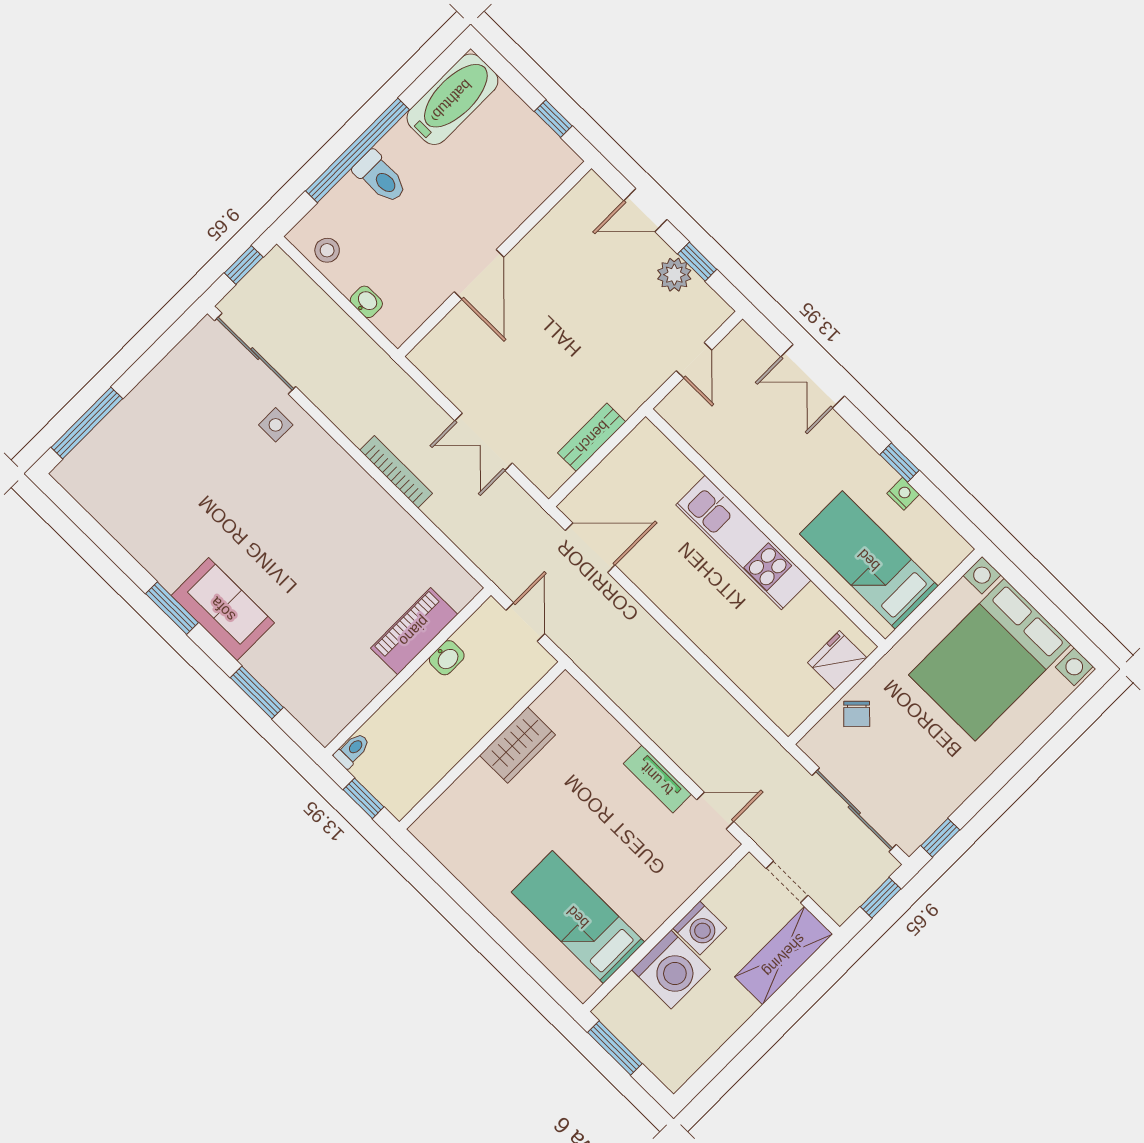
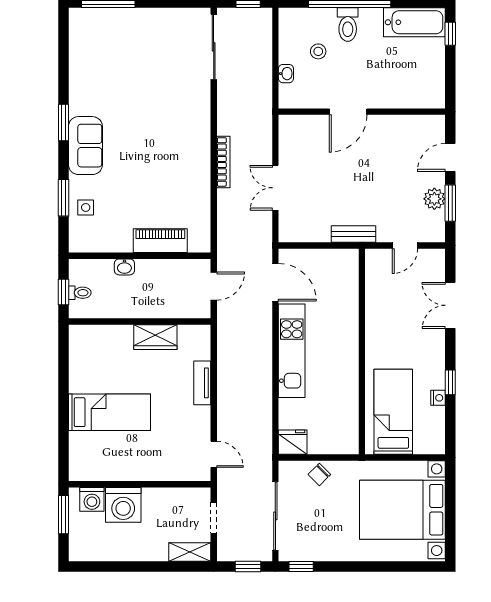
window: (553, 119) -> (450, 34), moved
door: (645, 210) -> (450, 157), hinge flipped
stool: (327, 250) -> (318, 51), moved
window: (697, 262) -> (450, 203), width x1.50
side table: (276, 425) -> (86, 207), moved
bench: (592, 437) -> (354, 234), moved
kitchen unit: (743, 543) -> (292, 351), moved, turned 180
washbasin: (447, 658) -> (124, 267), moved
fridge: (837, 660) -> (293, 442), moved
toilet: (352, 750) -> (80, 293), moved
tv unit: (657, 779) -> (202, 383), moved
bed: (578, 917) -> (109, 412), moved, turned 90
washing machine: (700, 928) -> (92, 499), moved
shelving: (784, 955) -> (190, 552), width x0.67, depth x0.75

